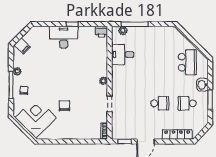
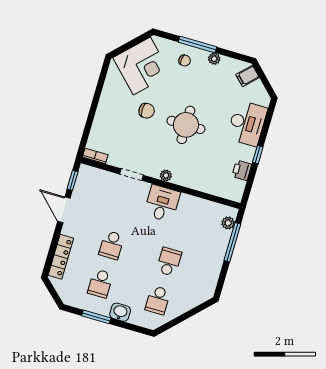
printer: (101, 32) -> (242, 170), moved
desk: (64, 37) -> (247, 123), moved
desk: (123, 54) -> (162, 203), moved
school desk: (160, 62) -> (169, 262), added
school desk: (187, 62) -> (158, 300), width x0.54
round table: (66, 77) -> (186, 125), added
school desk: (187, 103) -> (100, 283), turned 180

